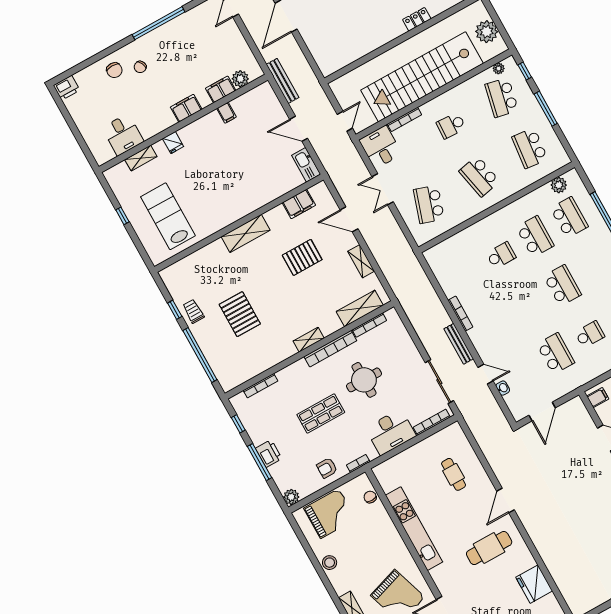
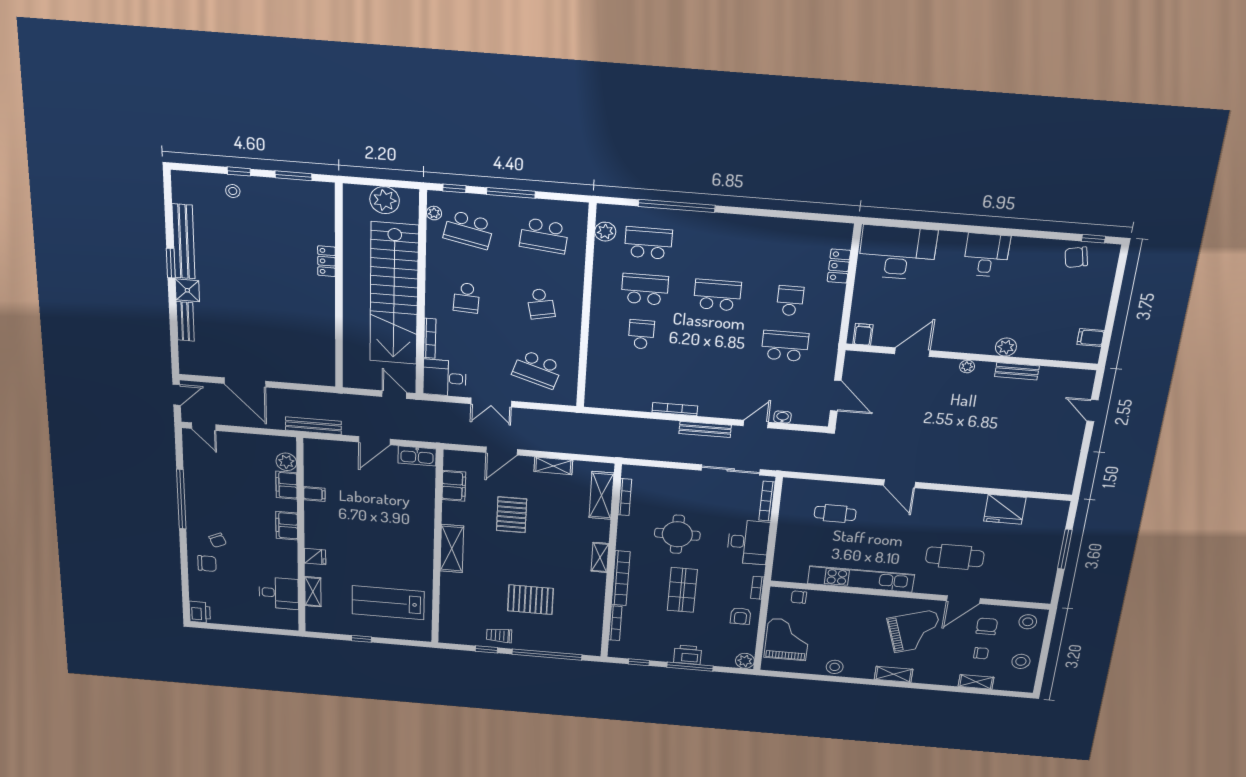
school desk: (479, 176) -> (541, 304), width x0.54
bookcase: (330, 349) -> (621, 578), moved
cafe table: (489, 548) -> (955, 557), moved, turned 90

